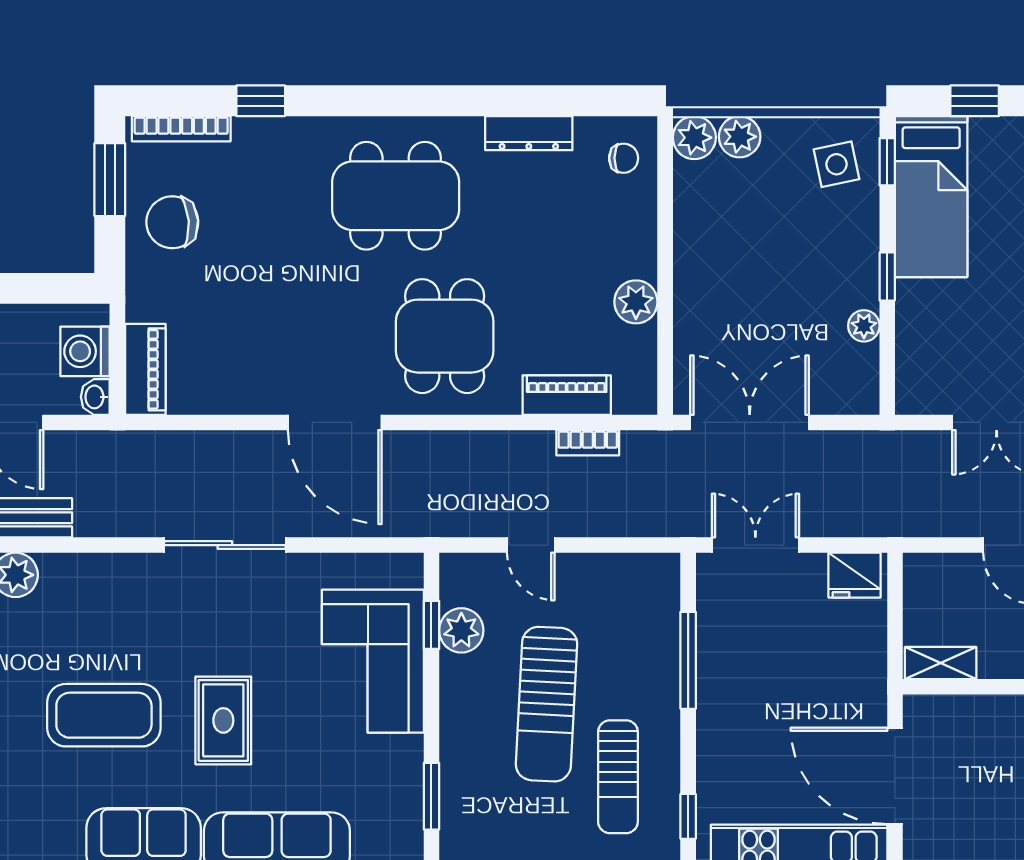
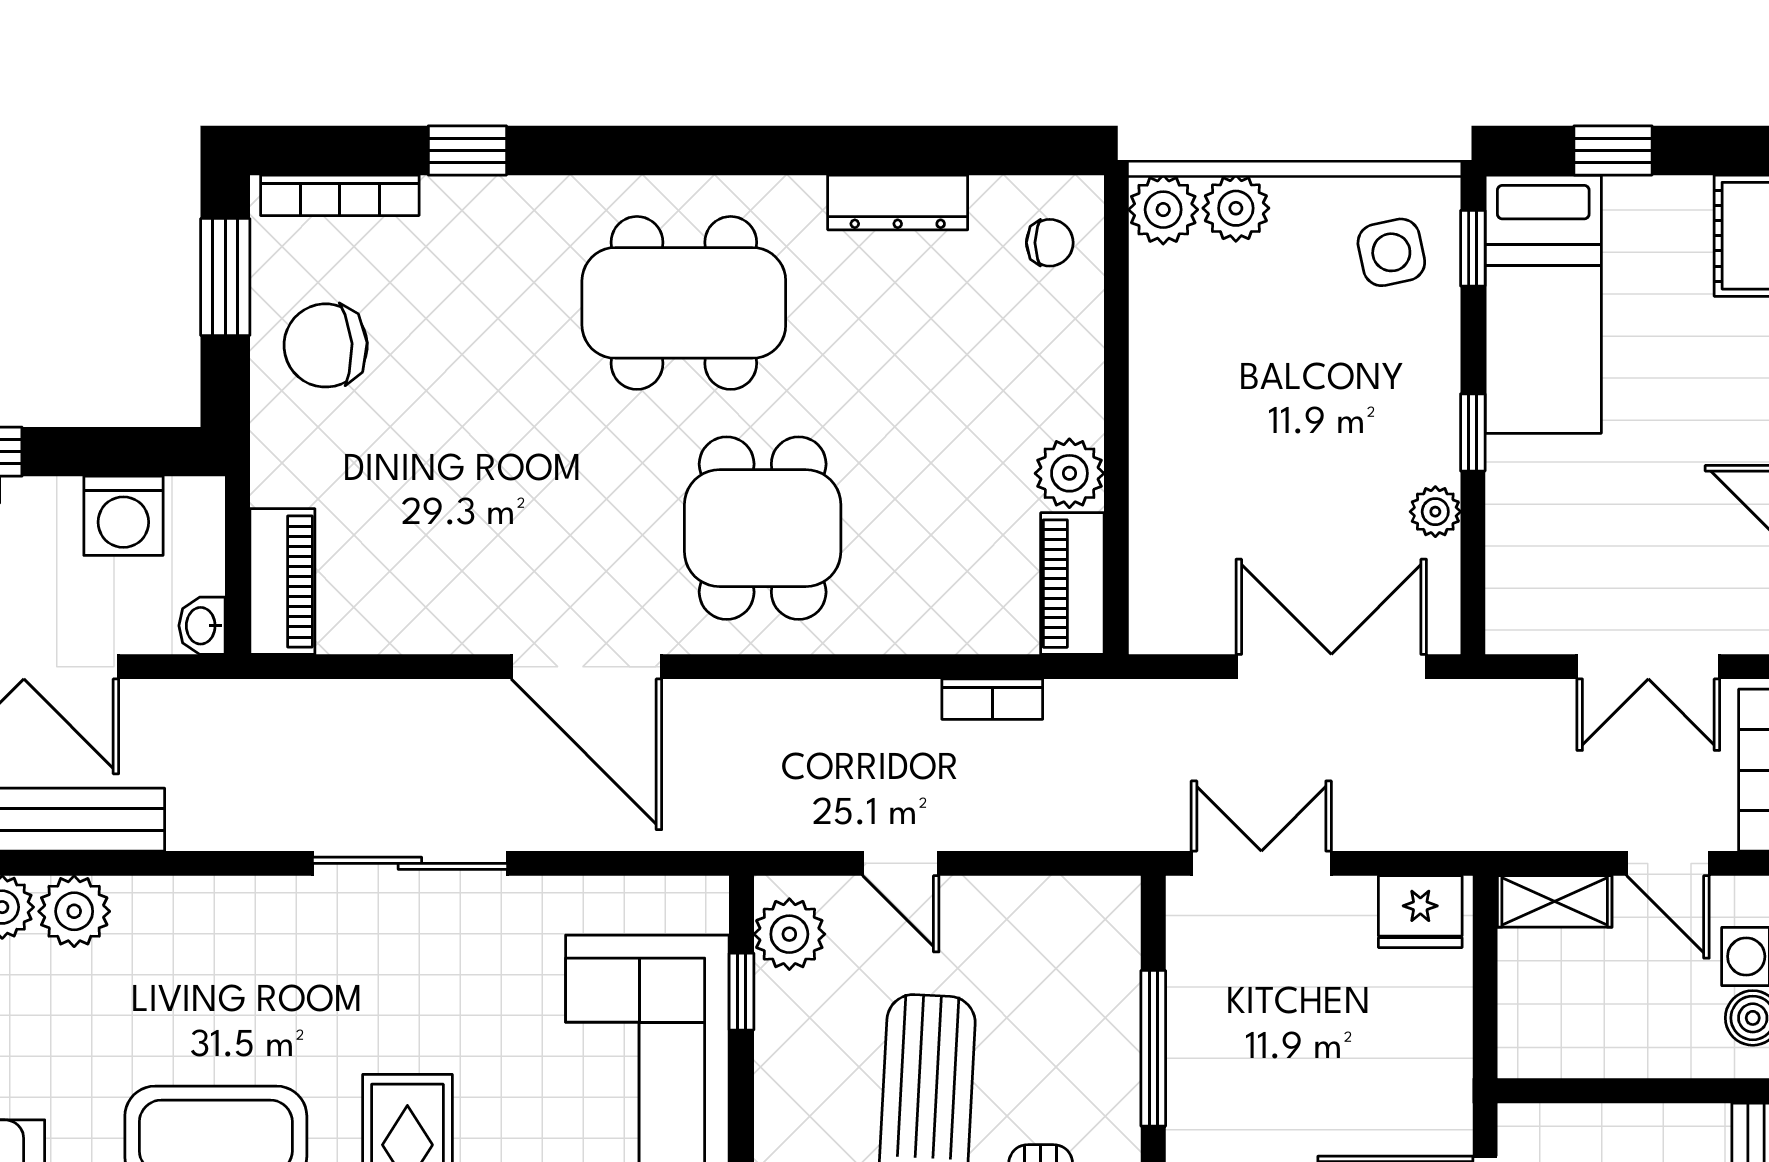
washing machine: (85, 351) -> (123, 516), moved, turned -90
piano: (567, 395) -> (1072, 584), moved, turned -90
double door: (750, 422) -> (1331, 667), moved
plant: (461, 630) -> (789, 934), moved
shelving: (941, 663) -> (1555, 901), moved

